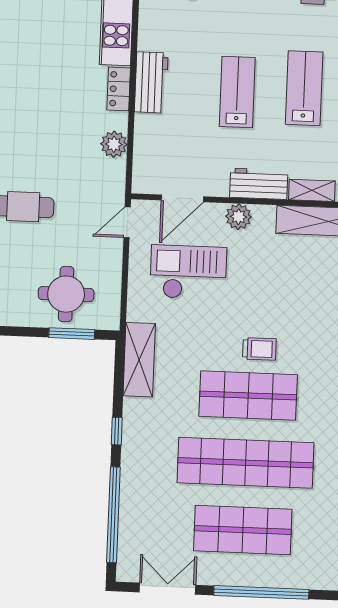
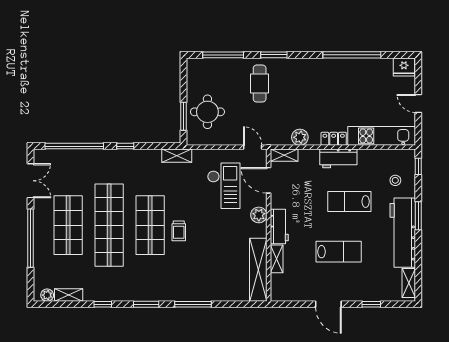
lab bench: (237, 92) -> (349, 202), moved, turned 180
shelving: (142, 171) -> (284, 155), added
shelving: (139, 360) -> (177, 156), width x0.67, depth x0.75

